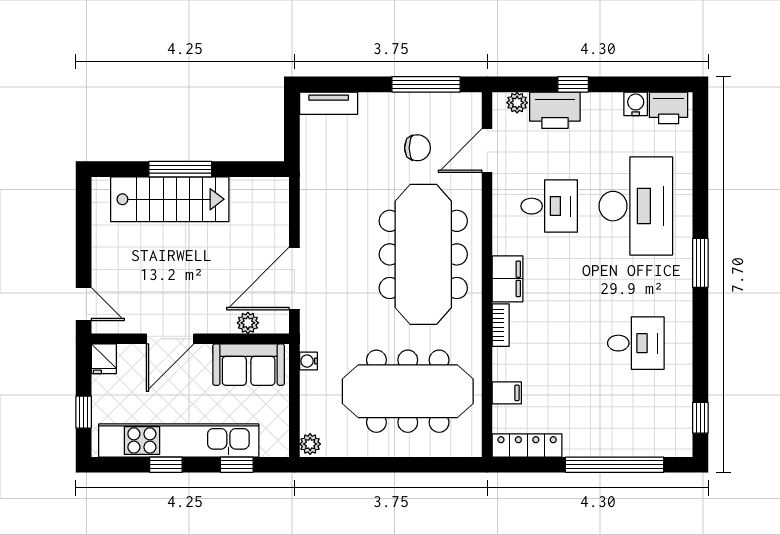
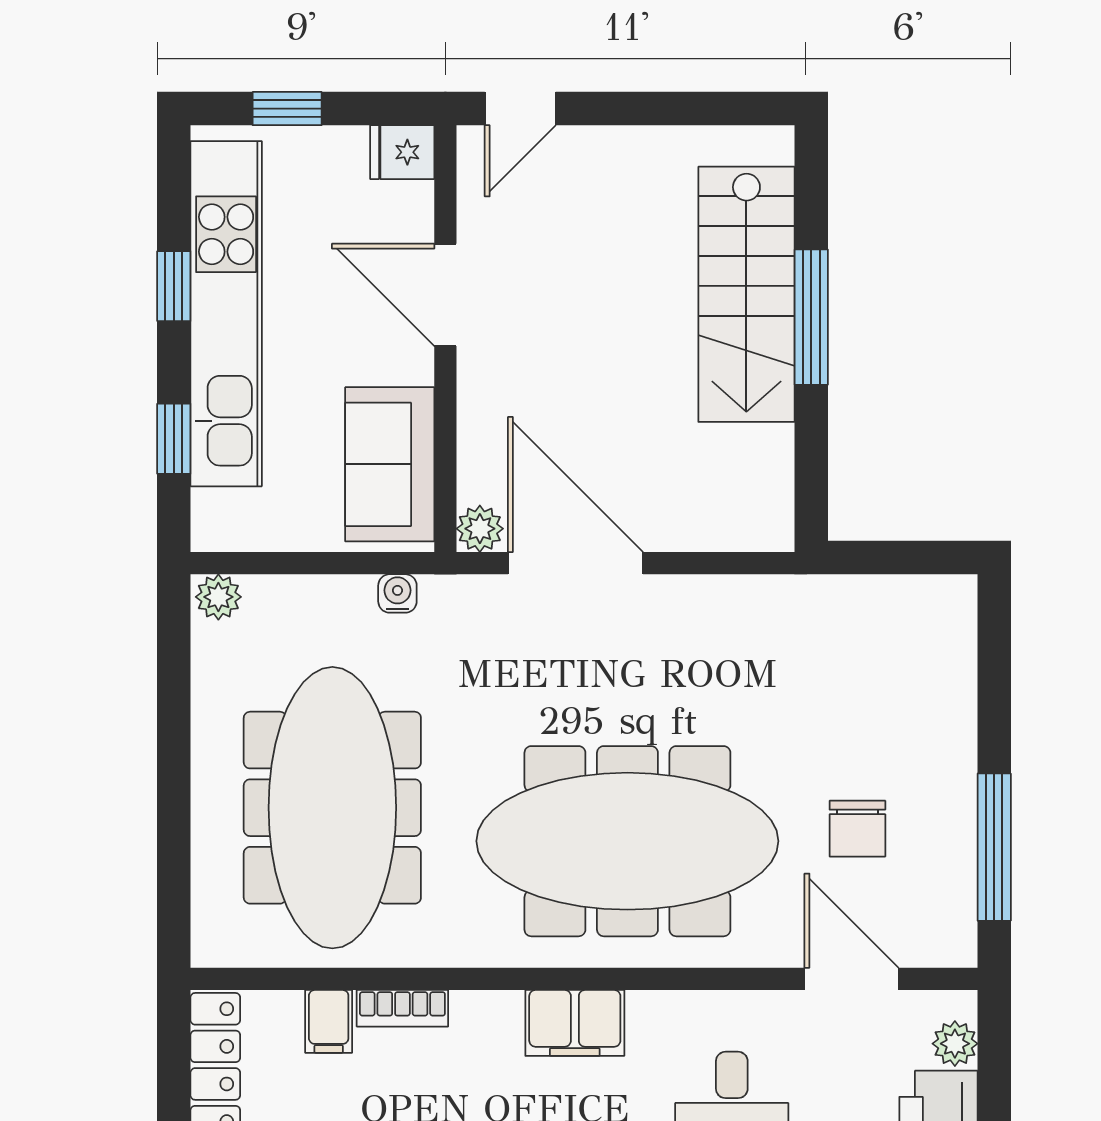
tv unit: (329, 103) -> (954, 637), removed
plant: (248, 323) -> (480, 529), moved
bookcase: (501, 325) -> (402, 1008), moved

